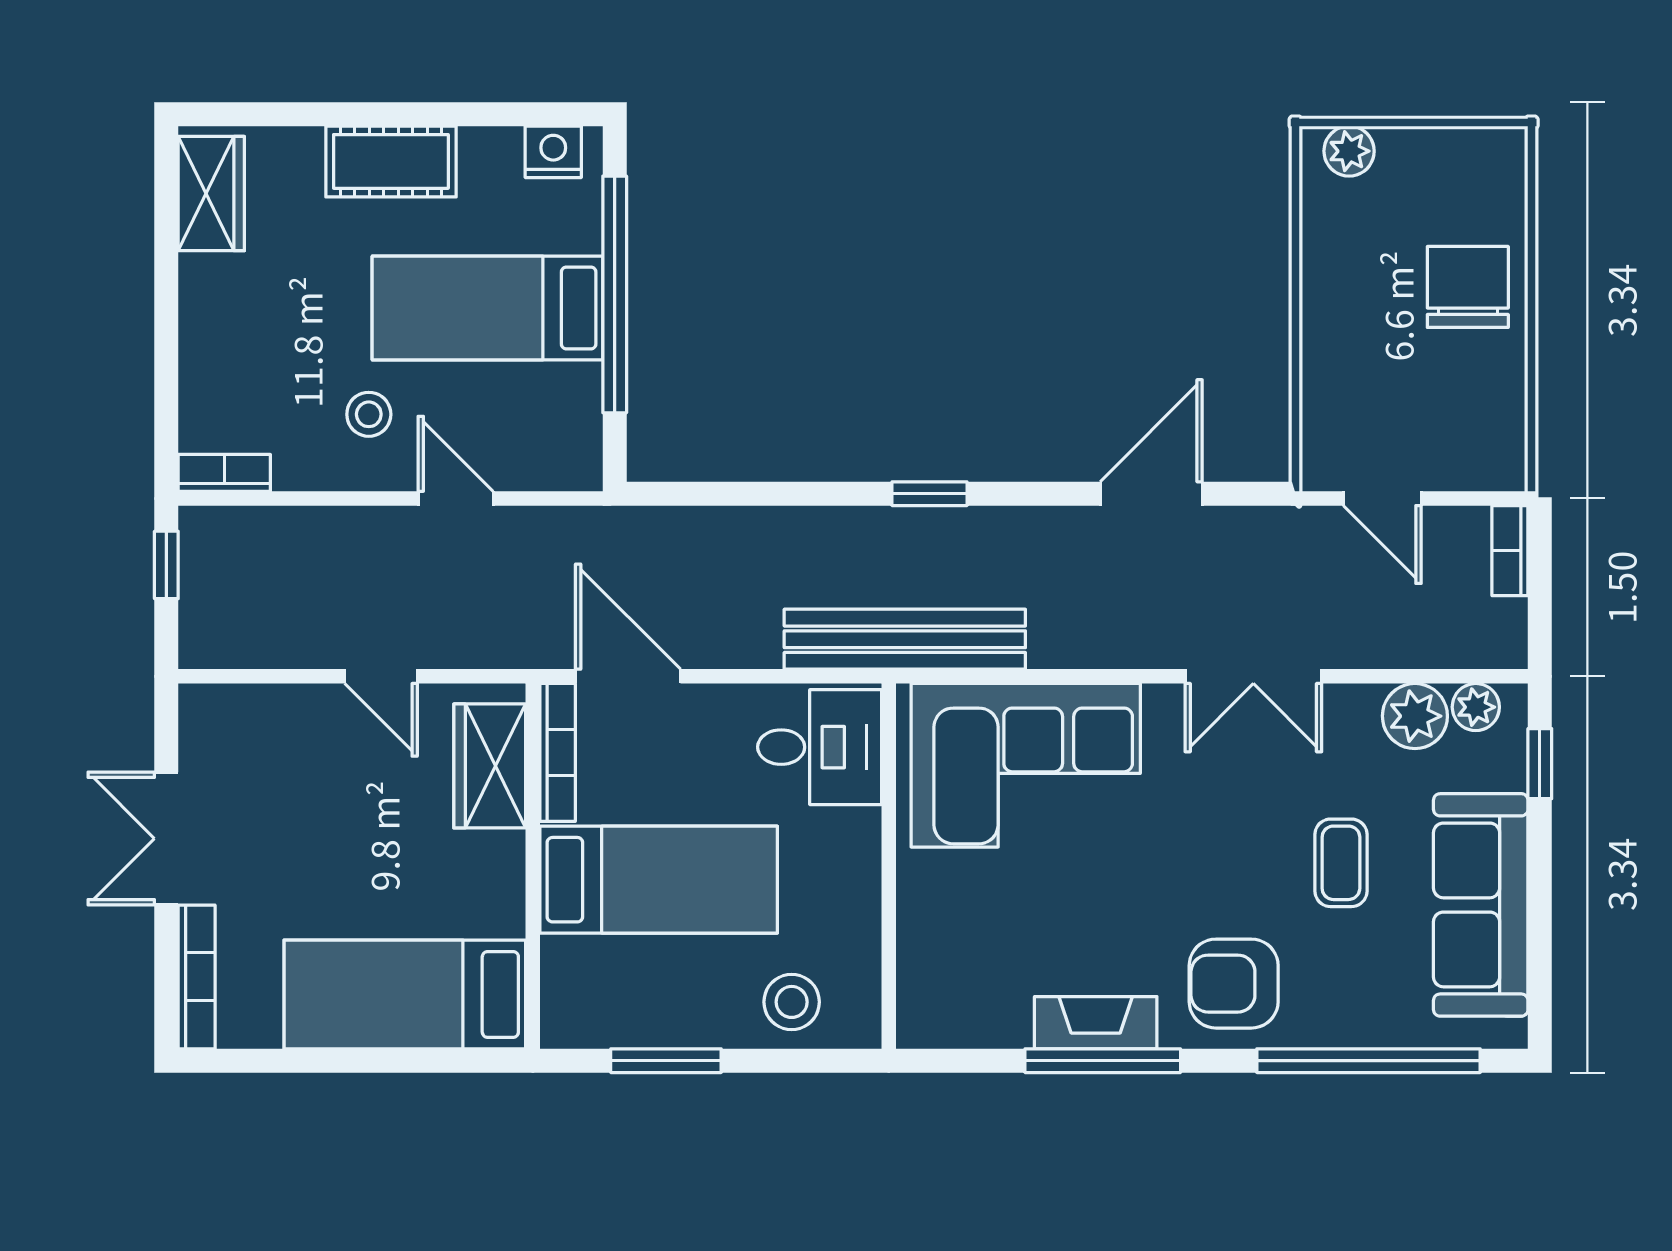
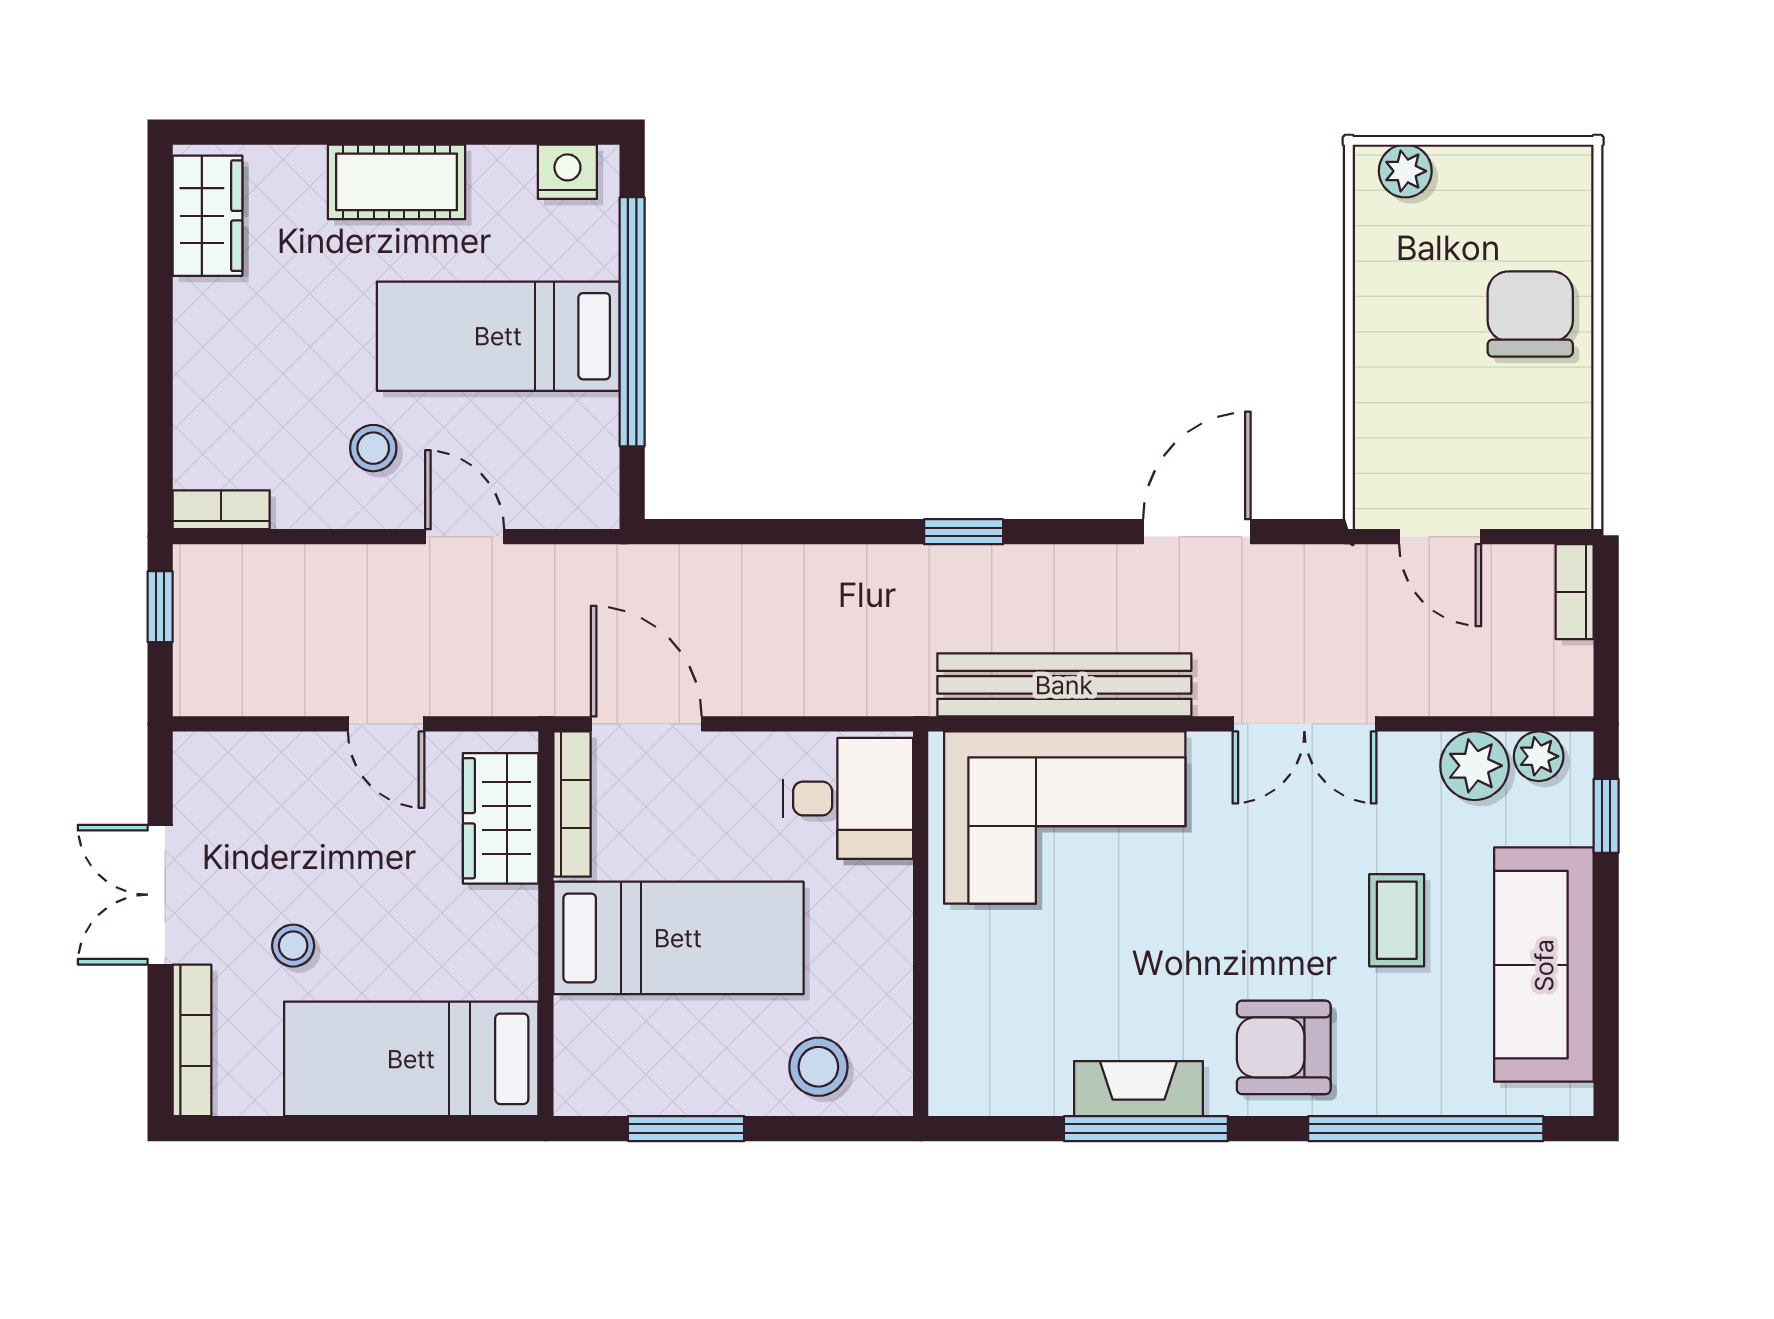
bench: (905, 639) -> (1064, 685), moved
stool: (293, 887) -> (293, 946), added

